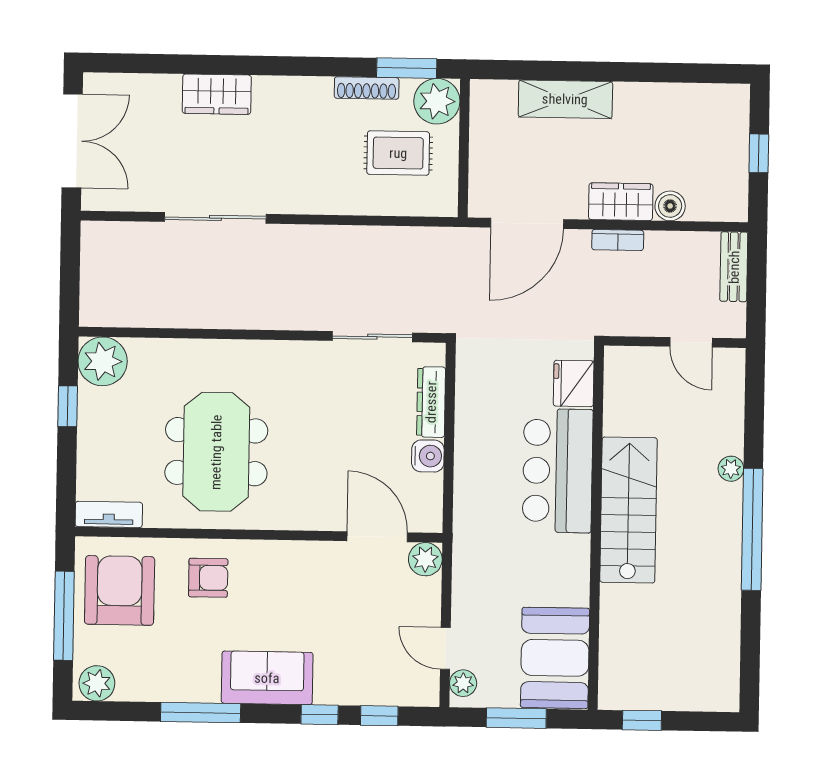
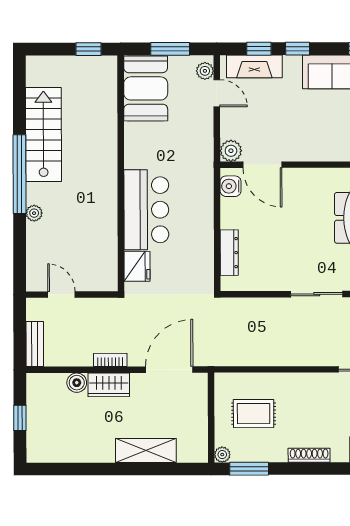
shoe rack: (367, 88) -> (309, 455), moved
plant: (437, 101) -> (222, 455), width x0.53, depth x0.53
sliding door: (372, 337) -> (317, 294), moved
water cooler: (428, 456) -> (231, 186), moved
stairs: (628, 510) -> (43, 135), moved, turned 180
fireplace: (387, 689) -> (254, 66), added

